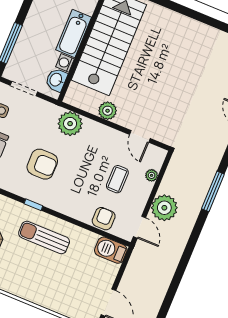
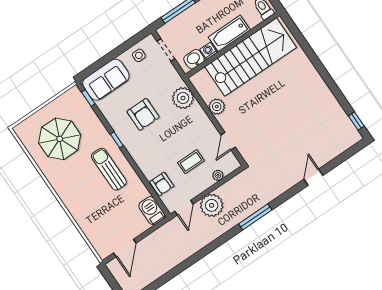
armchair: (104, 219) -> (162, 184), turned 90

